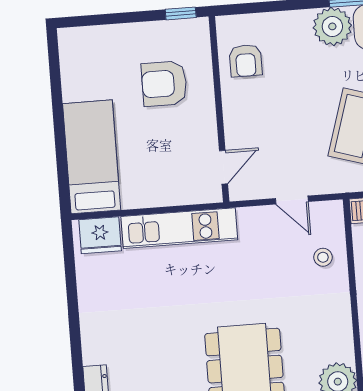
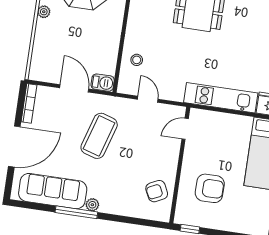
plant: (332, 26) -> (92, 205), width x0.53, depth x0.53
armchair: (246, 61) -> (157, 191), turned -116

